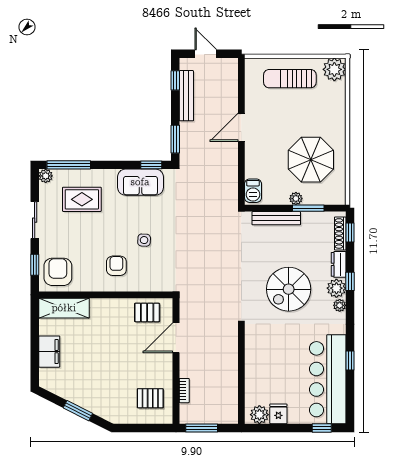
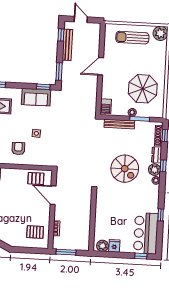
spiral stairs: (289, 289) -> (125, 169), turned -90
door: (176, 338) -> (53, 195), hinge flipped
bar counter: (328, 379) -> (146, 233), width x0.73

